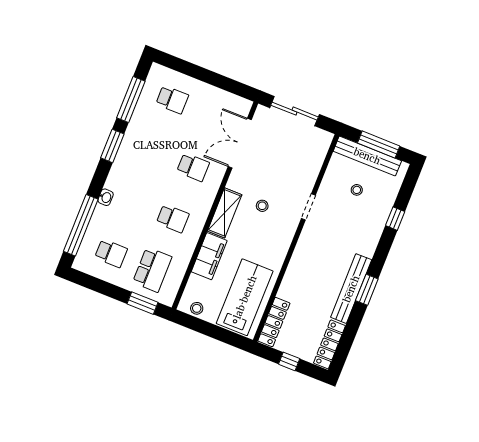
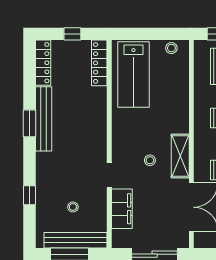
shelving: (225, 213) -> (180, 156), moved
filing cabinet: (209, 256) -> (122, 209), moved, turned 180

